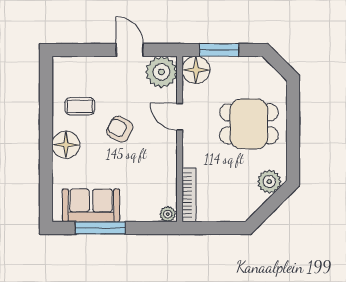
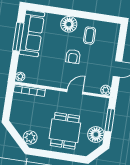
floor lamp: (196, 70) -> (96, 134), moved
plant: (161, 72) -> (106, 90), width x0.53, depth x0.53
armchair: (120, 129) -> (73, 56), turned 153
sofa: (91, 205) -> (32, 33), width x1.36

